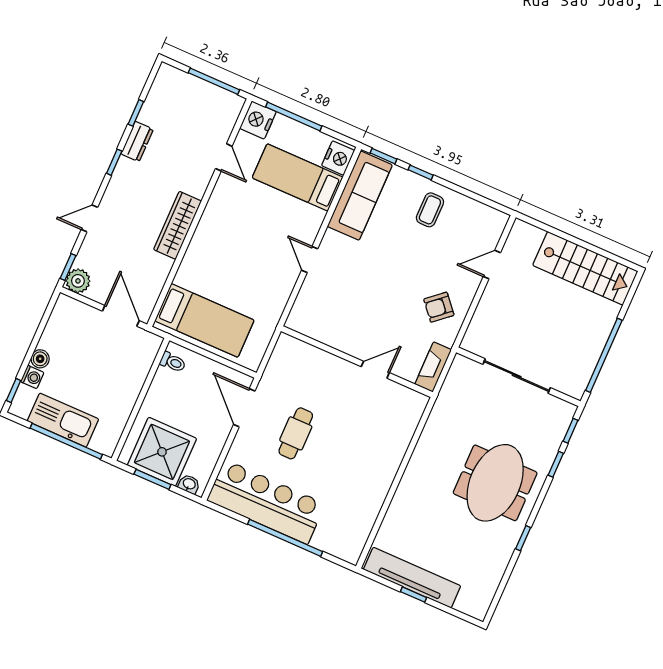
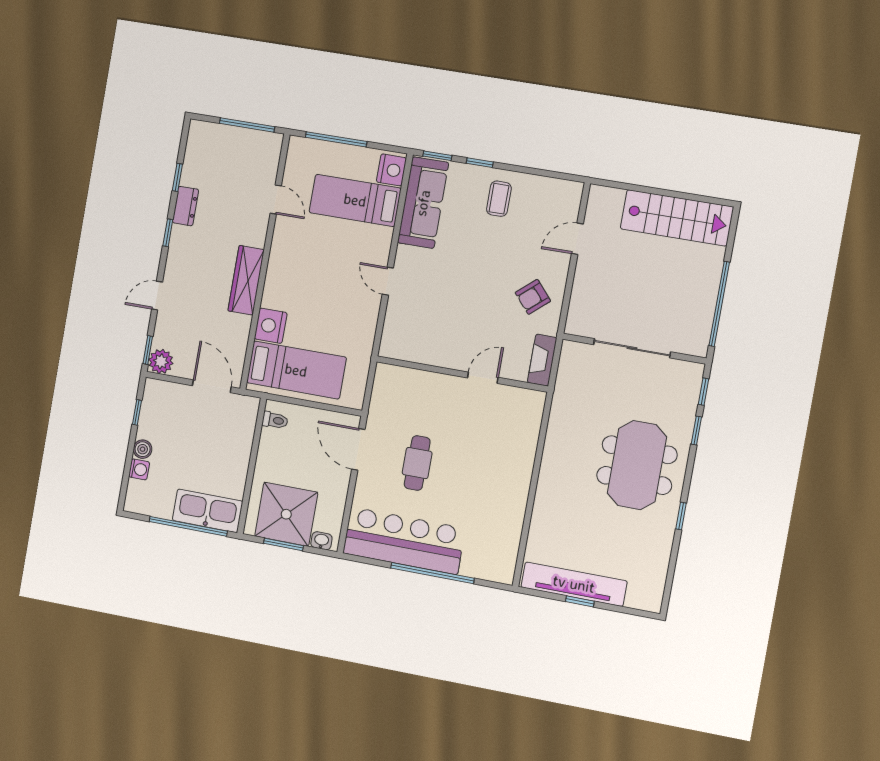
nightstand: (258, 120) -> (271, 326), moved
window: (14, 390) -> (137, 412), moved
kitchen sink: (63, 420) -> (207, 511), moved

